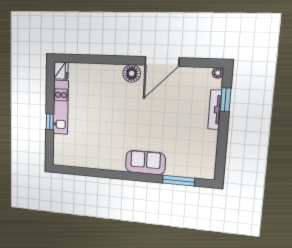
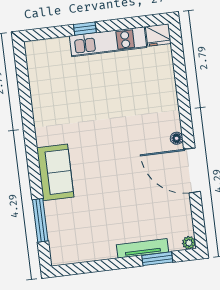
floor lamp: (132, 73) -> (177, 138), width x0.53, depth x0.53

